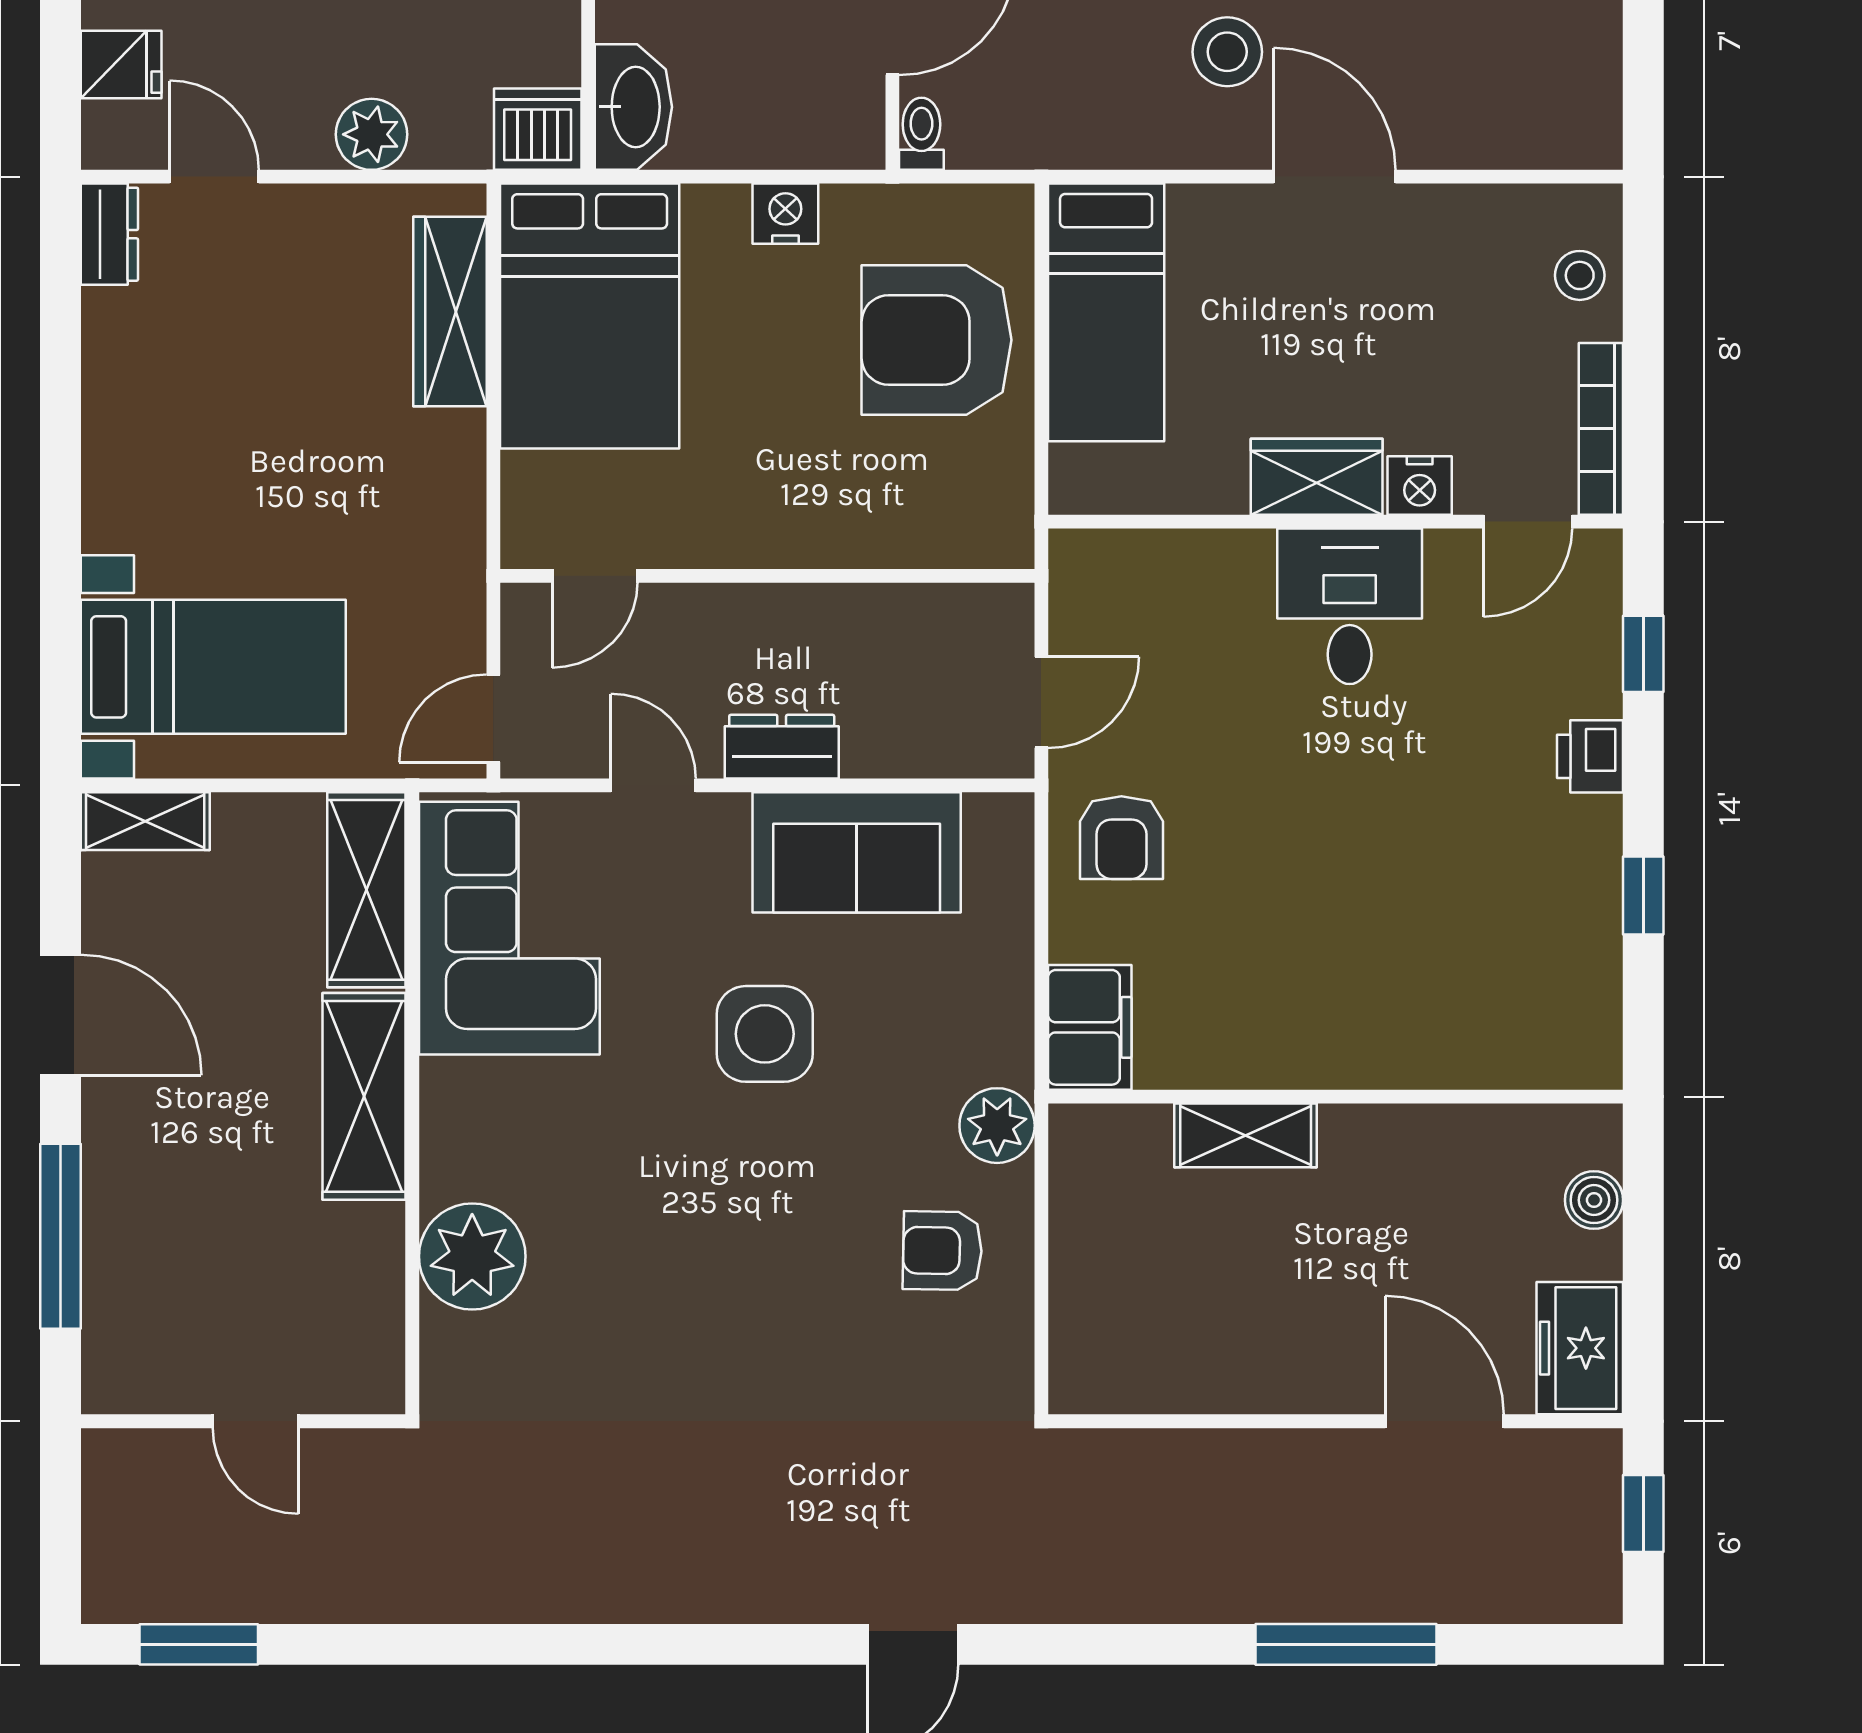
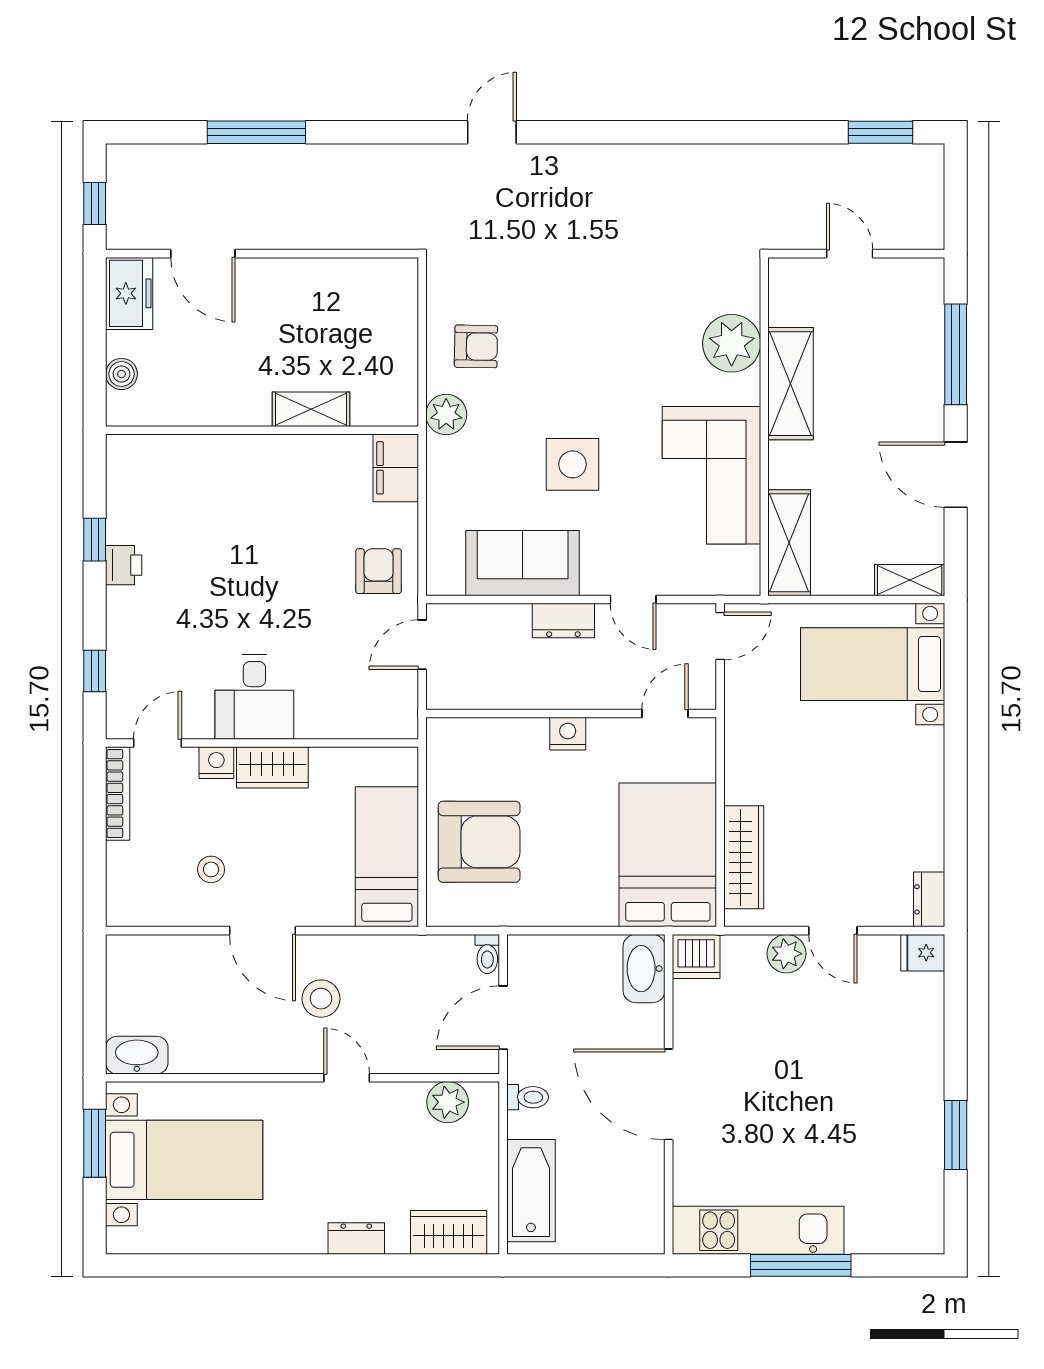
fridge: (121, 65) -> (923, 953), moved
door: (214, 177) -> (833, 931), moved
nightstand: (785, 214) -> (568, 734), moved, turned 180
stool: (1580, 275) -> (211, 869), moved
printer: (1590, 756) -> (124, 565), moved
corner sofa: (509, 928) -> (712, 475), moved
shelving: (364, 1096) -> (791, 384), moved

